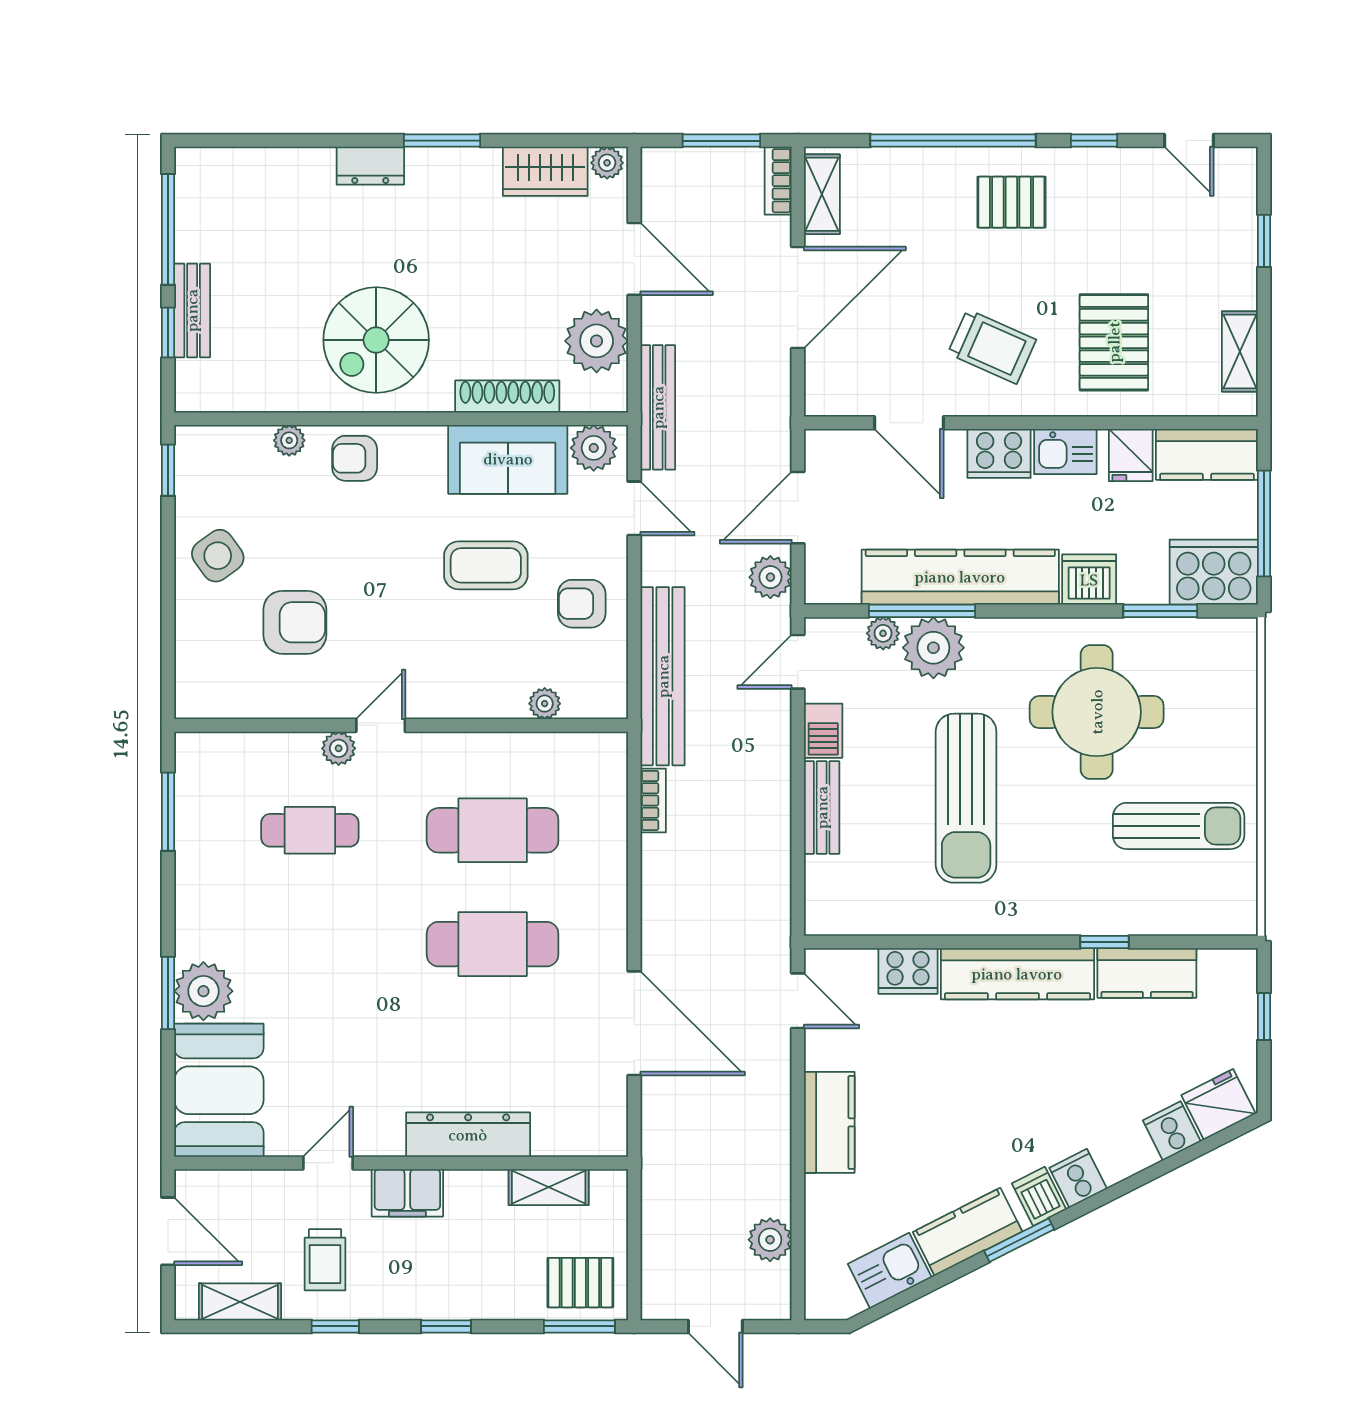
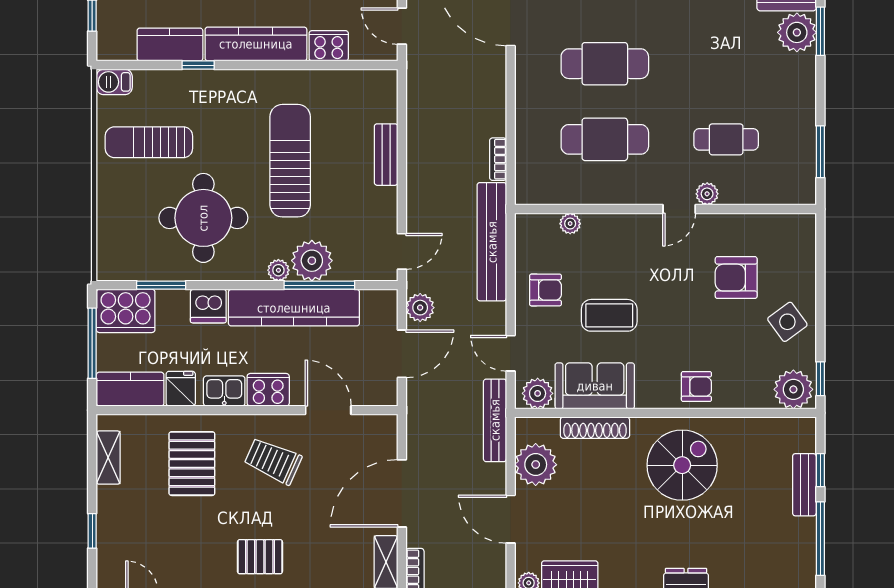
plant: (289, 440) -> (793, 389), moved, width x1.88, depth x1.88
plant: (883, 633) -> (278, 270), moved
barbecue: (823, 731) -> (114, 82), moved, turned -90

